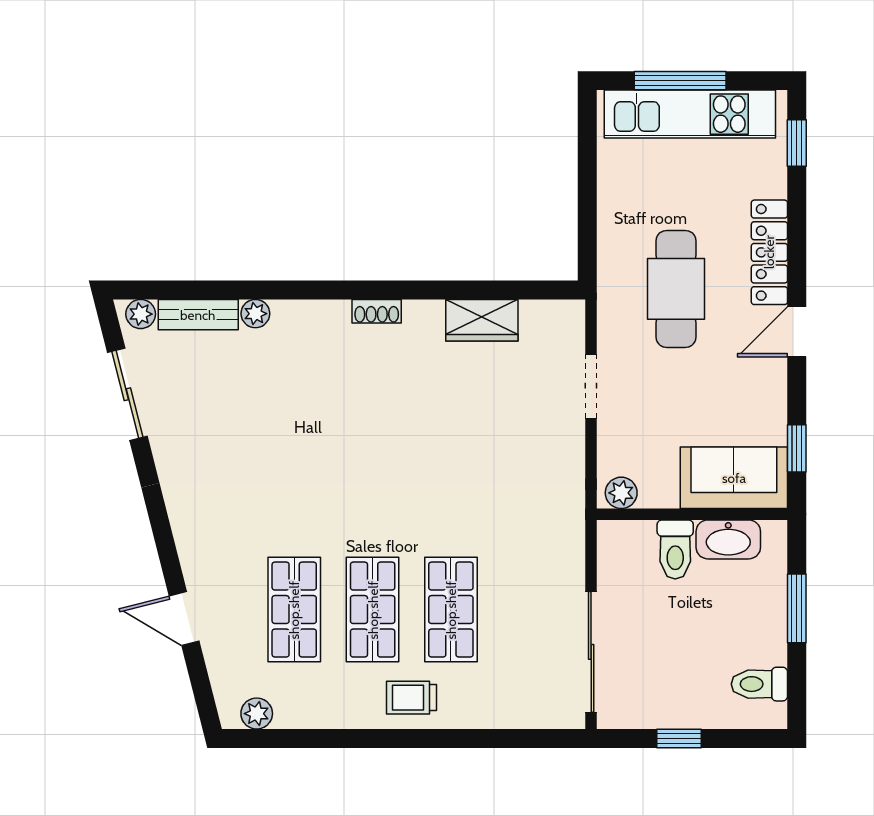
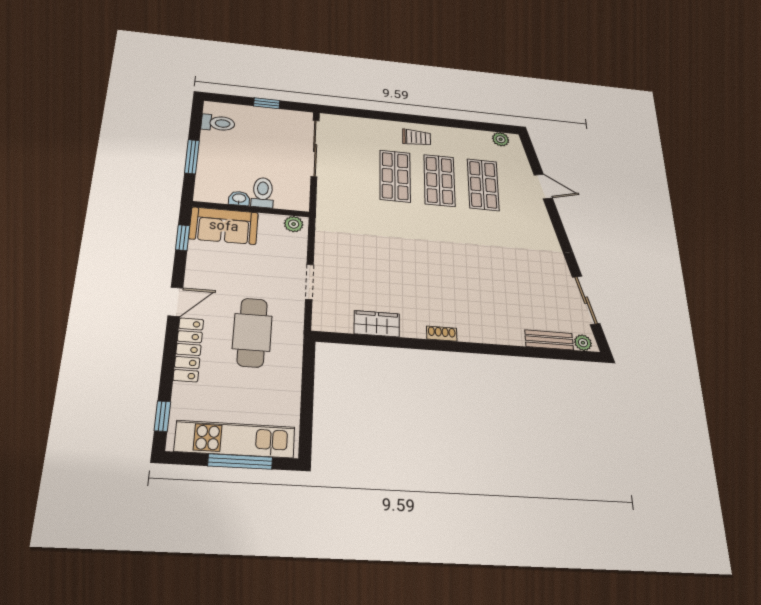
plant: (255, 314) -> (515, 338), removed
washbasin: (728, 539) -> (239, 198), width x0.52, depth x0.69

